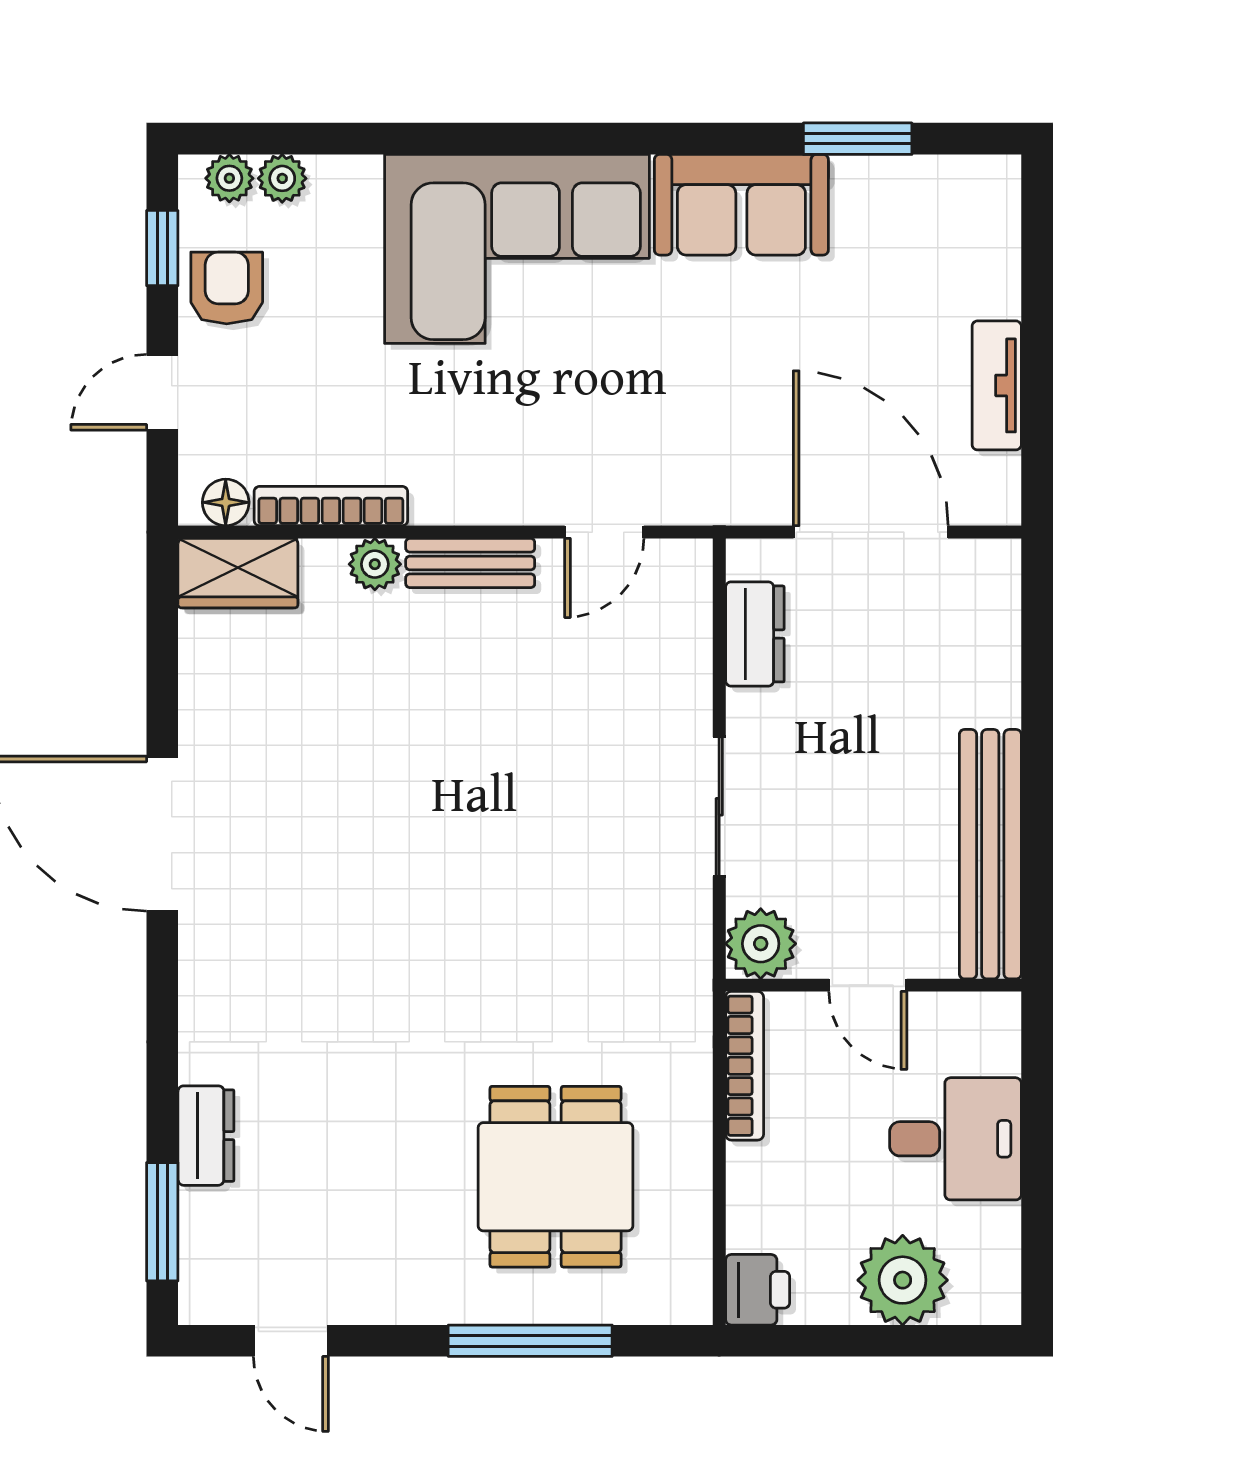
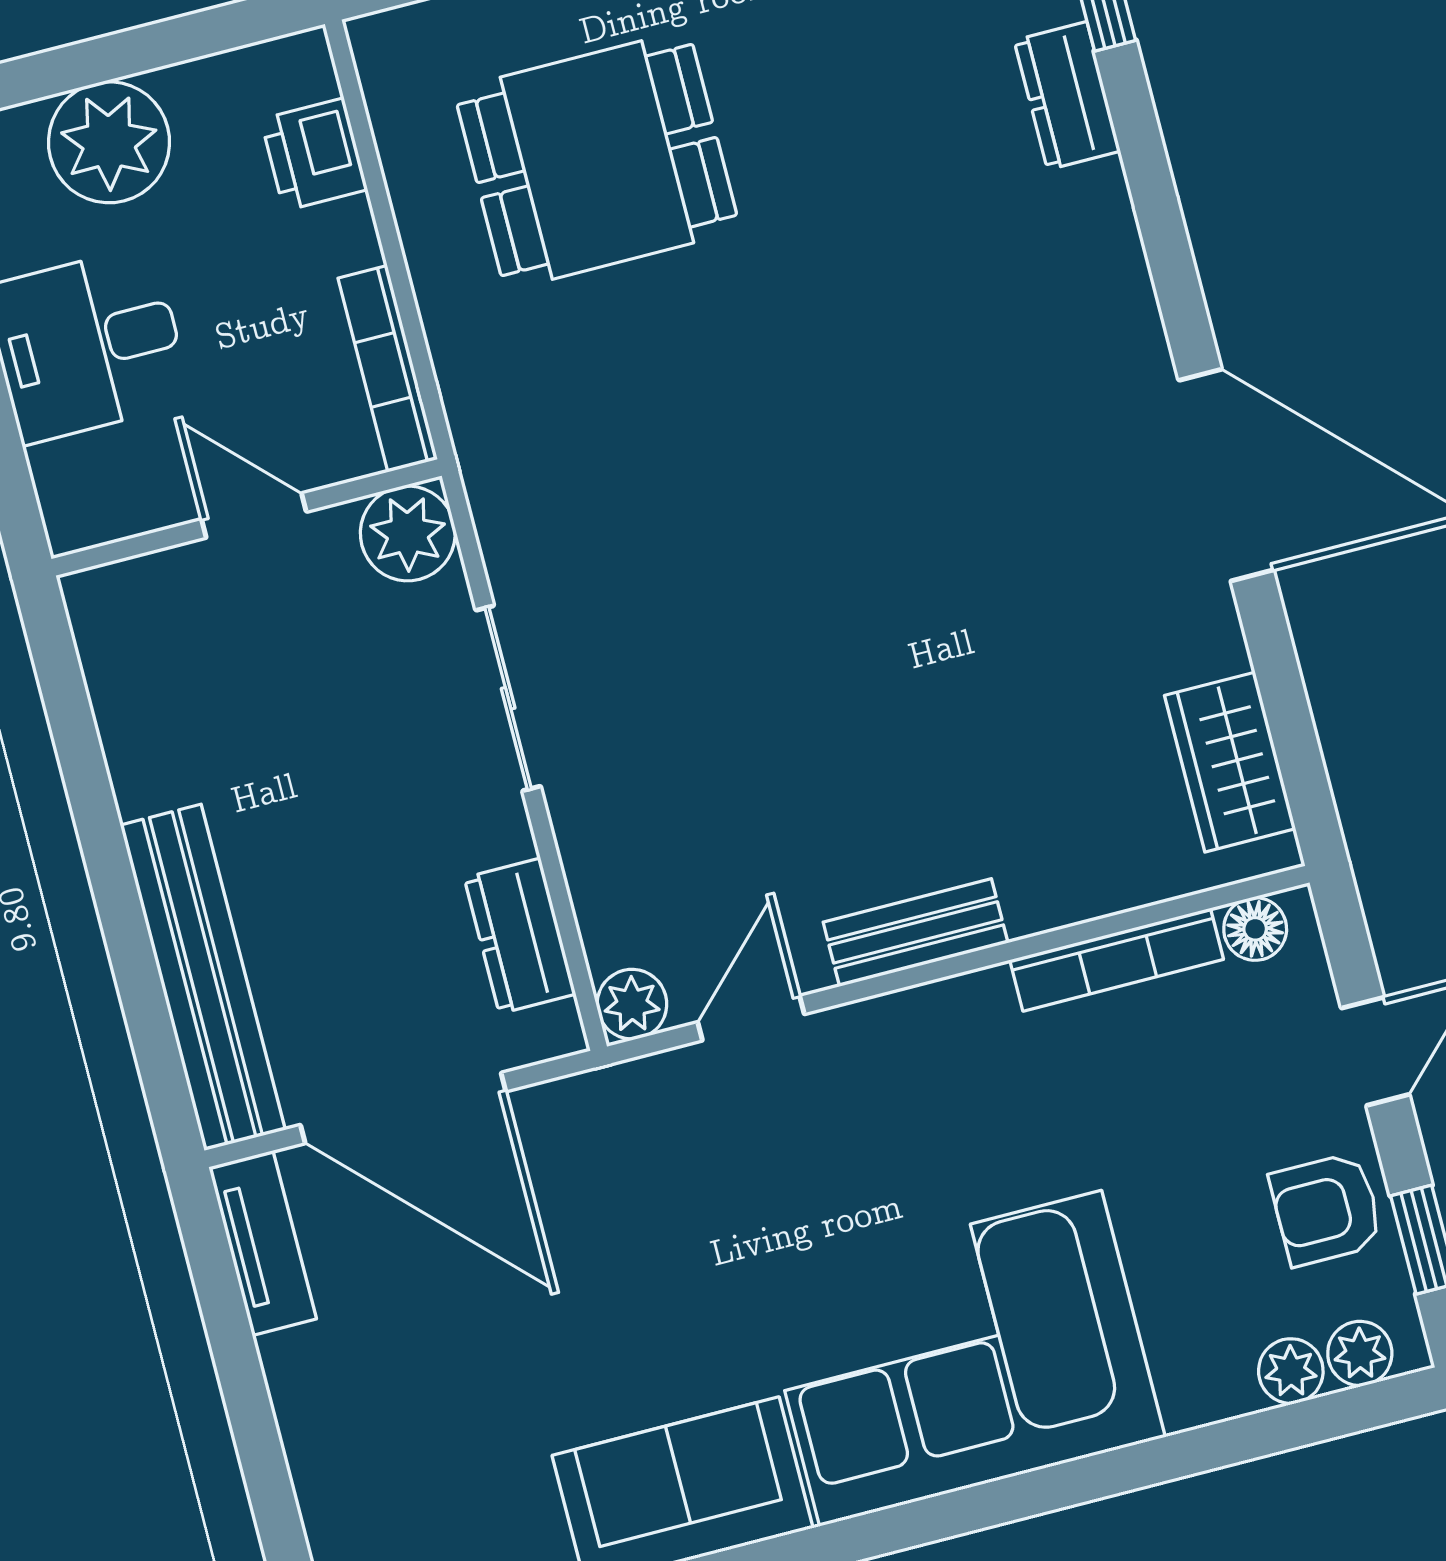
armchair: (227, 288) -> (1326, 1209), turned 90
tv unit: (997, 385) -> (263, 1243), moved
plant: (375, 564) -> (632, 1004), moved
wardrobe: (238, 573) -> (1230, 762), moved, turned -90
bench: (990, 854) -> (203, 977), moved
dining table: (556, 1177) -> (597, 160), turned 90
printer: (758, 1290) -> (314, 154), moved

